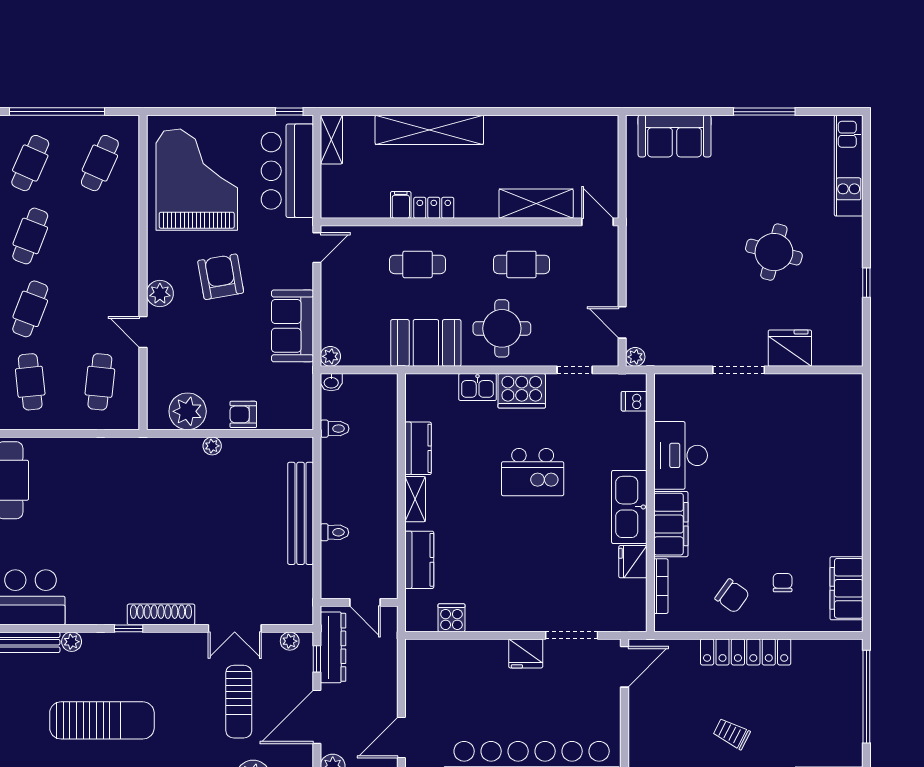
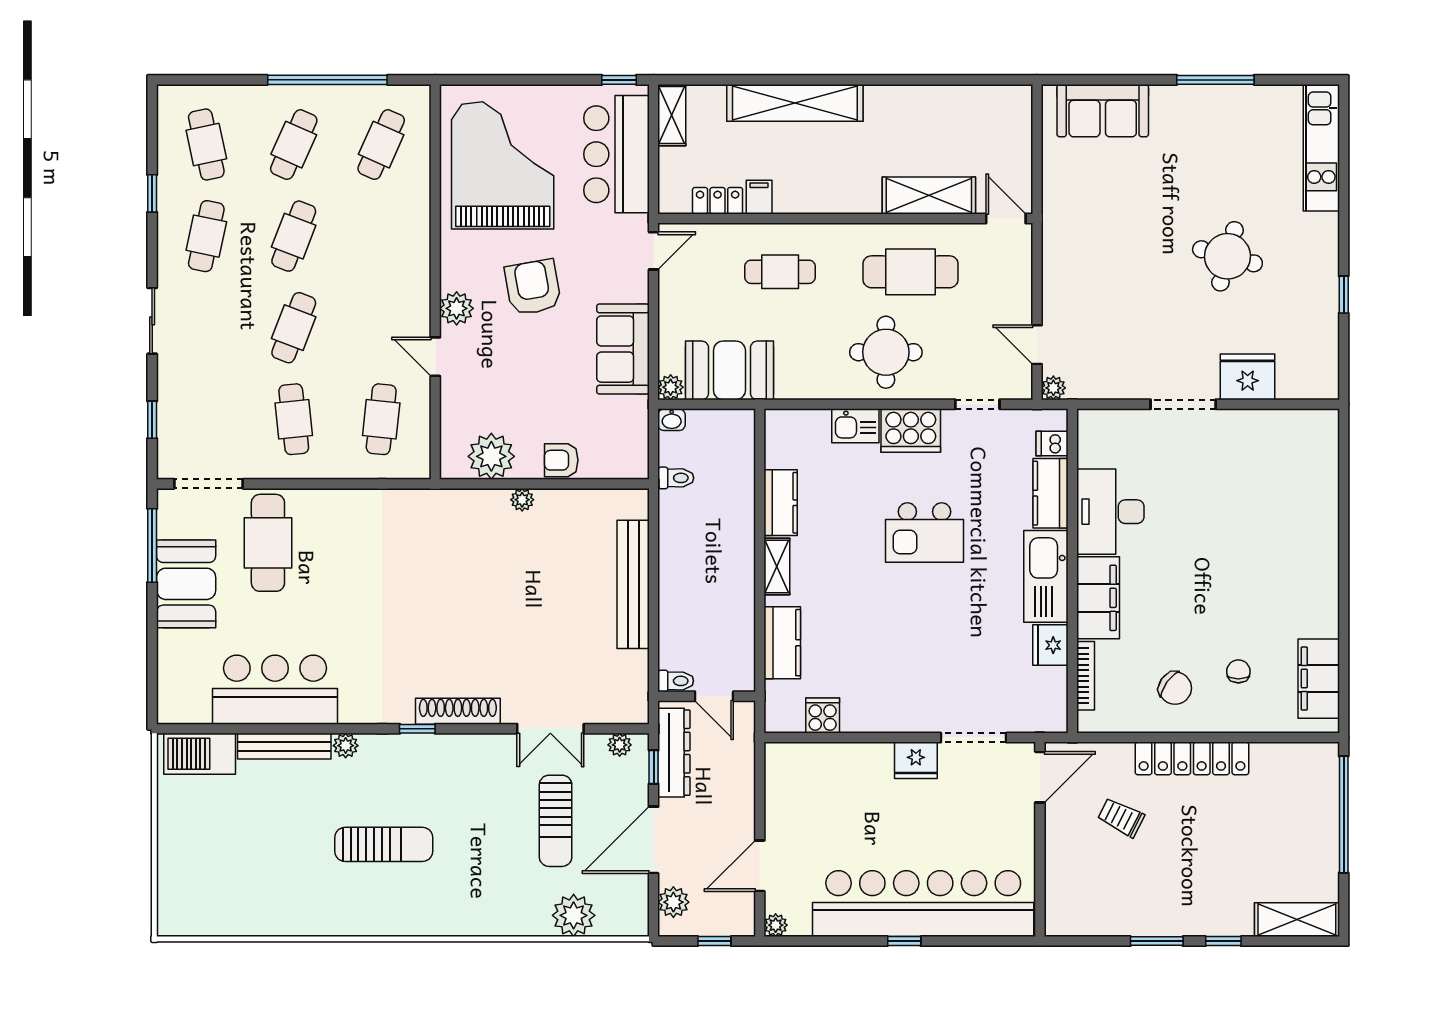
locker: (434, 208) -> (718, 201), moved
cafe table: (521, 264) -> (911, 272), width x1.37, depth x1.35
booth: (426, 343) -> (729, 370), moved
kitchen counter: (633, 441) -> (1051, 493), added
toilet: (334, 532) -> (676, 681), moved
sun lounger: (102, 720) -> (384, 844), width x0.73, depth x0.75
trolley: (732, 734) -> (1121, 817), moved

